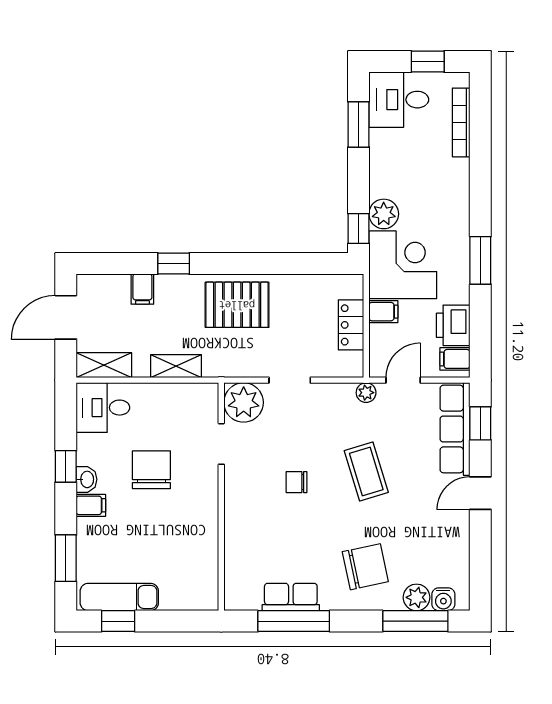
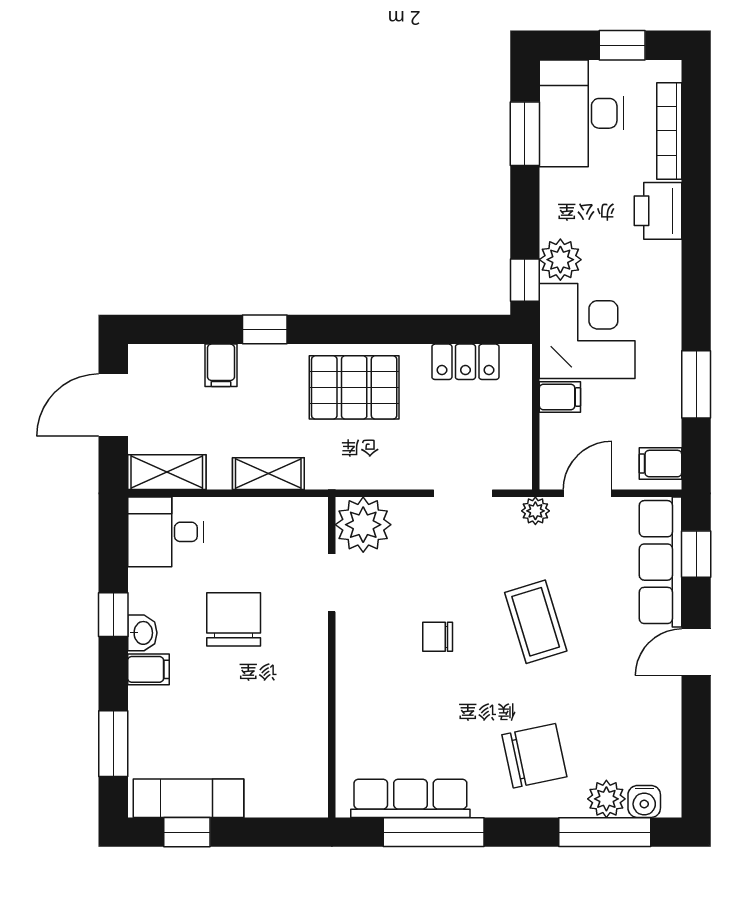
desk: (399, 100) -> (581, 113), width x1.37
window: (480, 260) -> (696, 384), moved
locker: (351, 325) -> (465, 362), moved, turned -90
printer: (453, 325) -> (658, 211), moved
doorway: (290, 380) -> (463, 493), moved
row of seats: (291, 597) -> (410, 798), width x1.48

